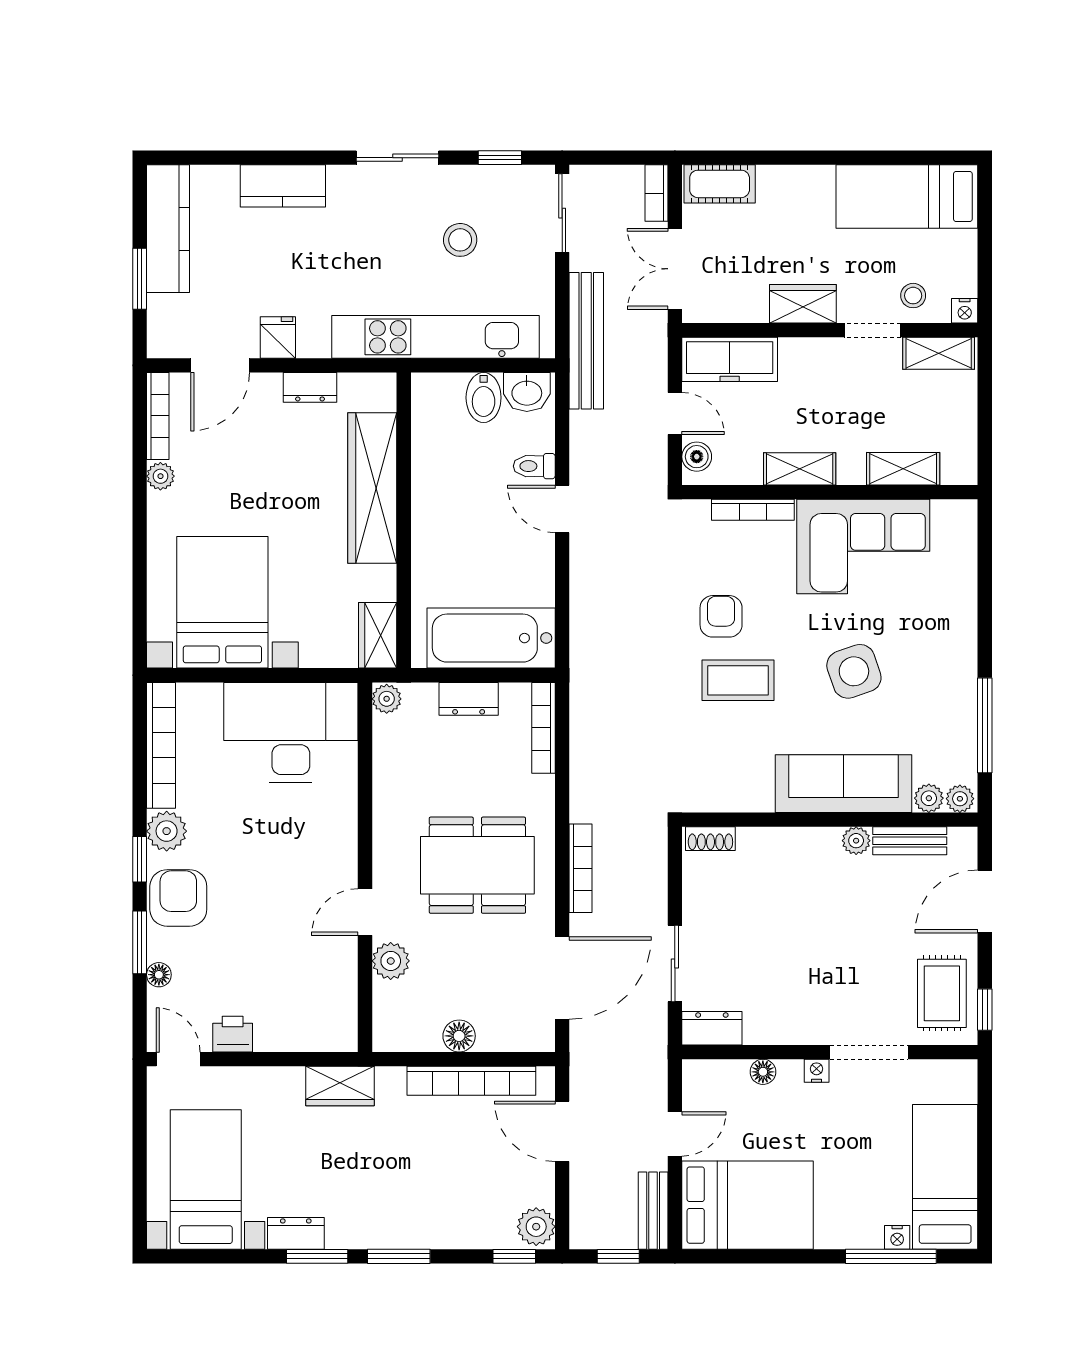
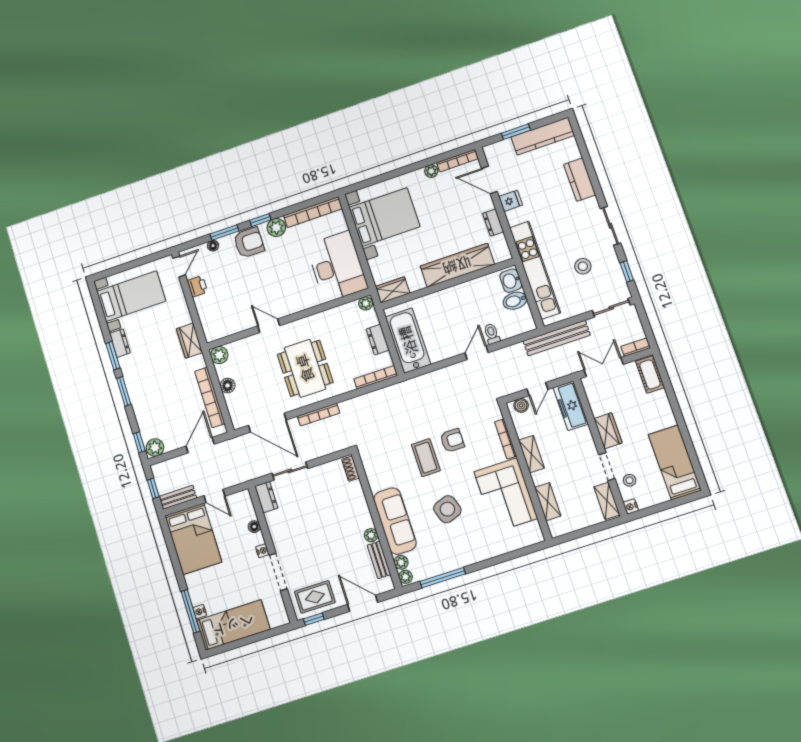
washbasin: (527, 392) -> (511, 281), moved
plant: (391, 961) -> (219, 355), moved

